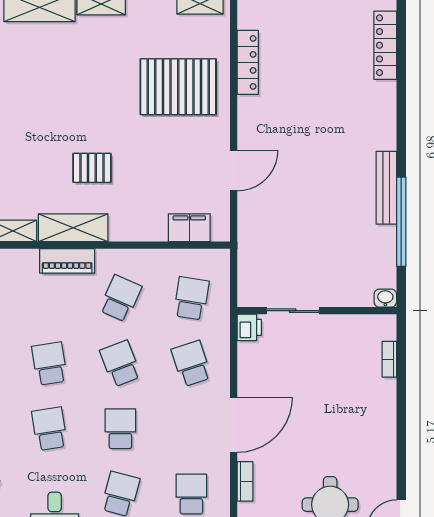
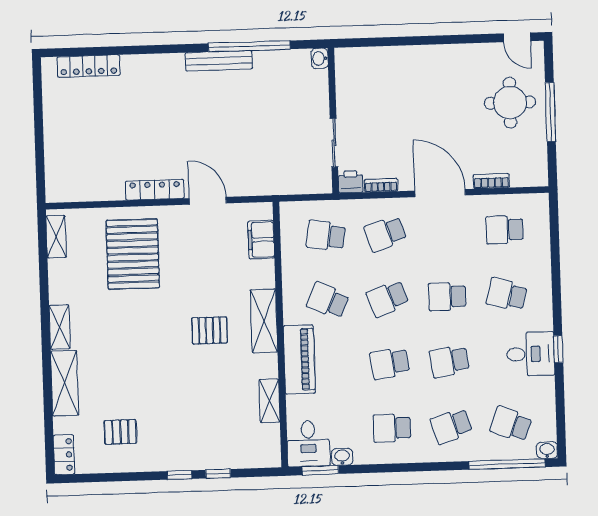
locker: (248, 62) -> (155, 190), moved
pallet: (92, 168) -> (210, 330), turned 90
shelving: (73, 228) -> (264, 321), moved
piano: (67, 261) -> (299, 359), width x1.37, depth x1.33
bookcase: (389, 359) -> (381, 185), moved, turned 180

